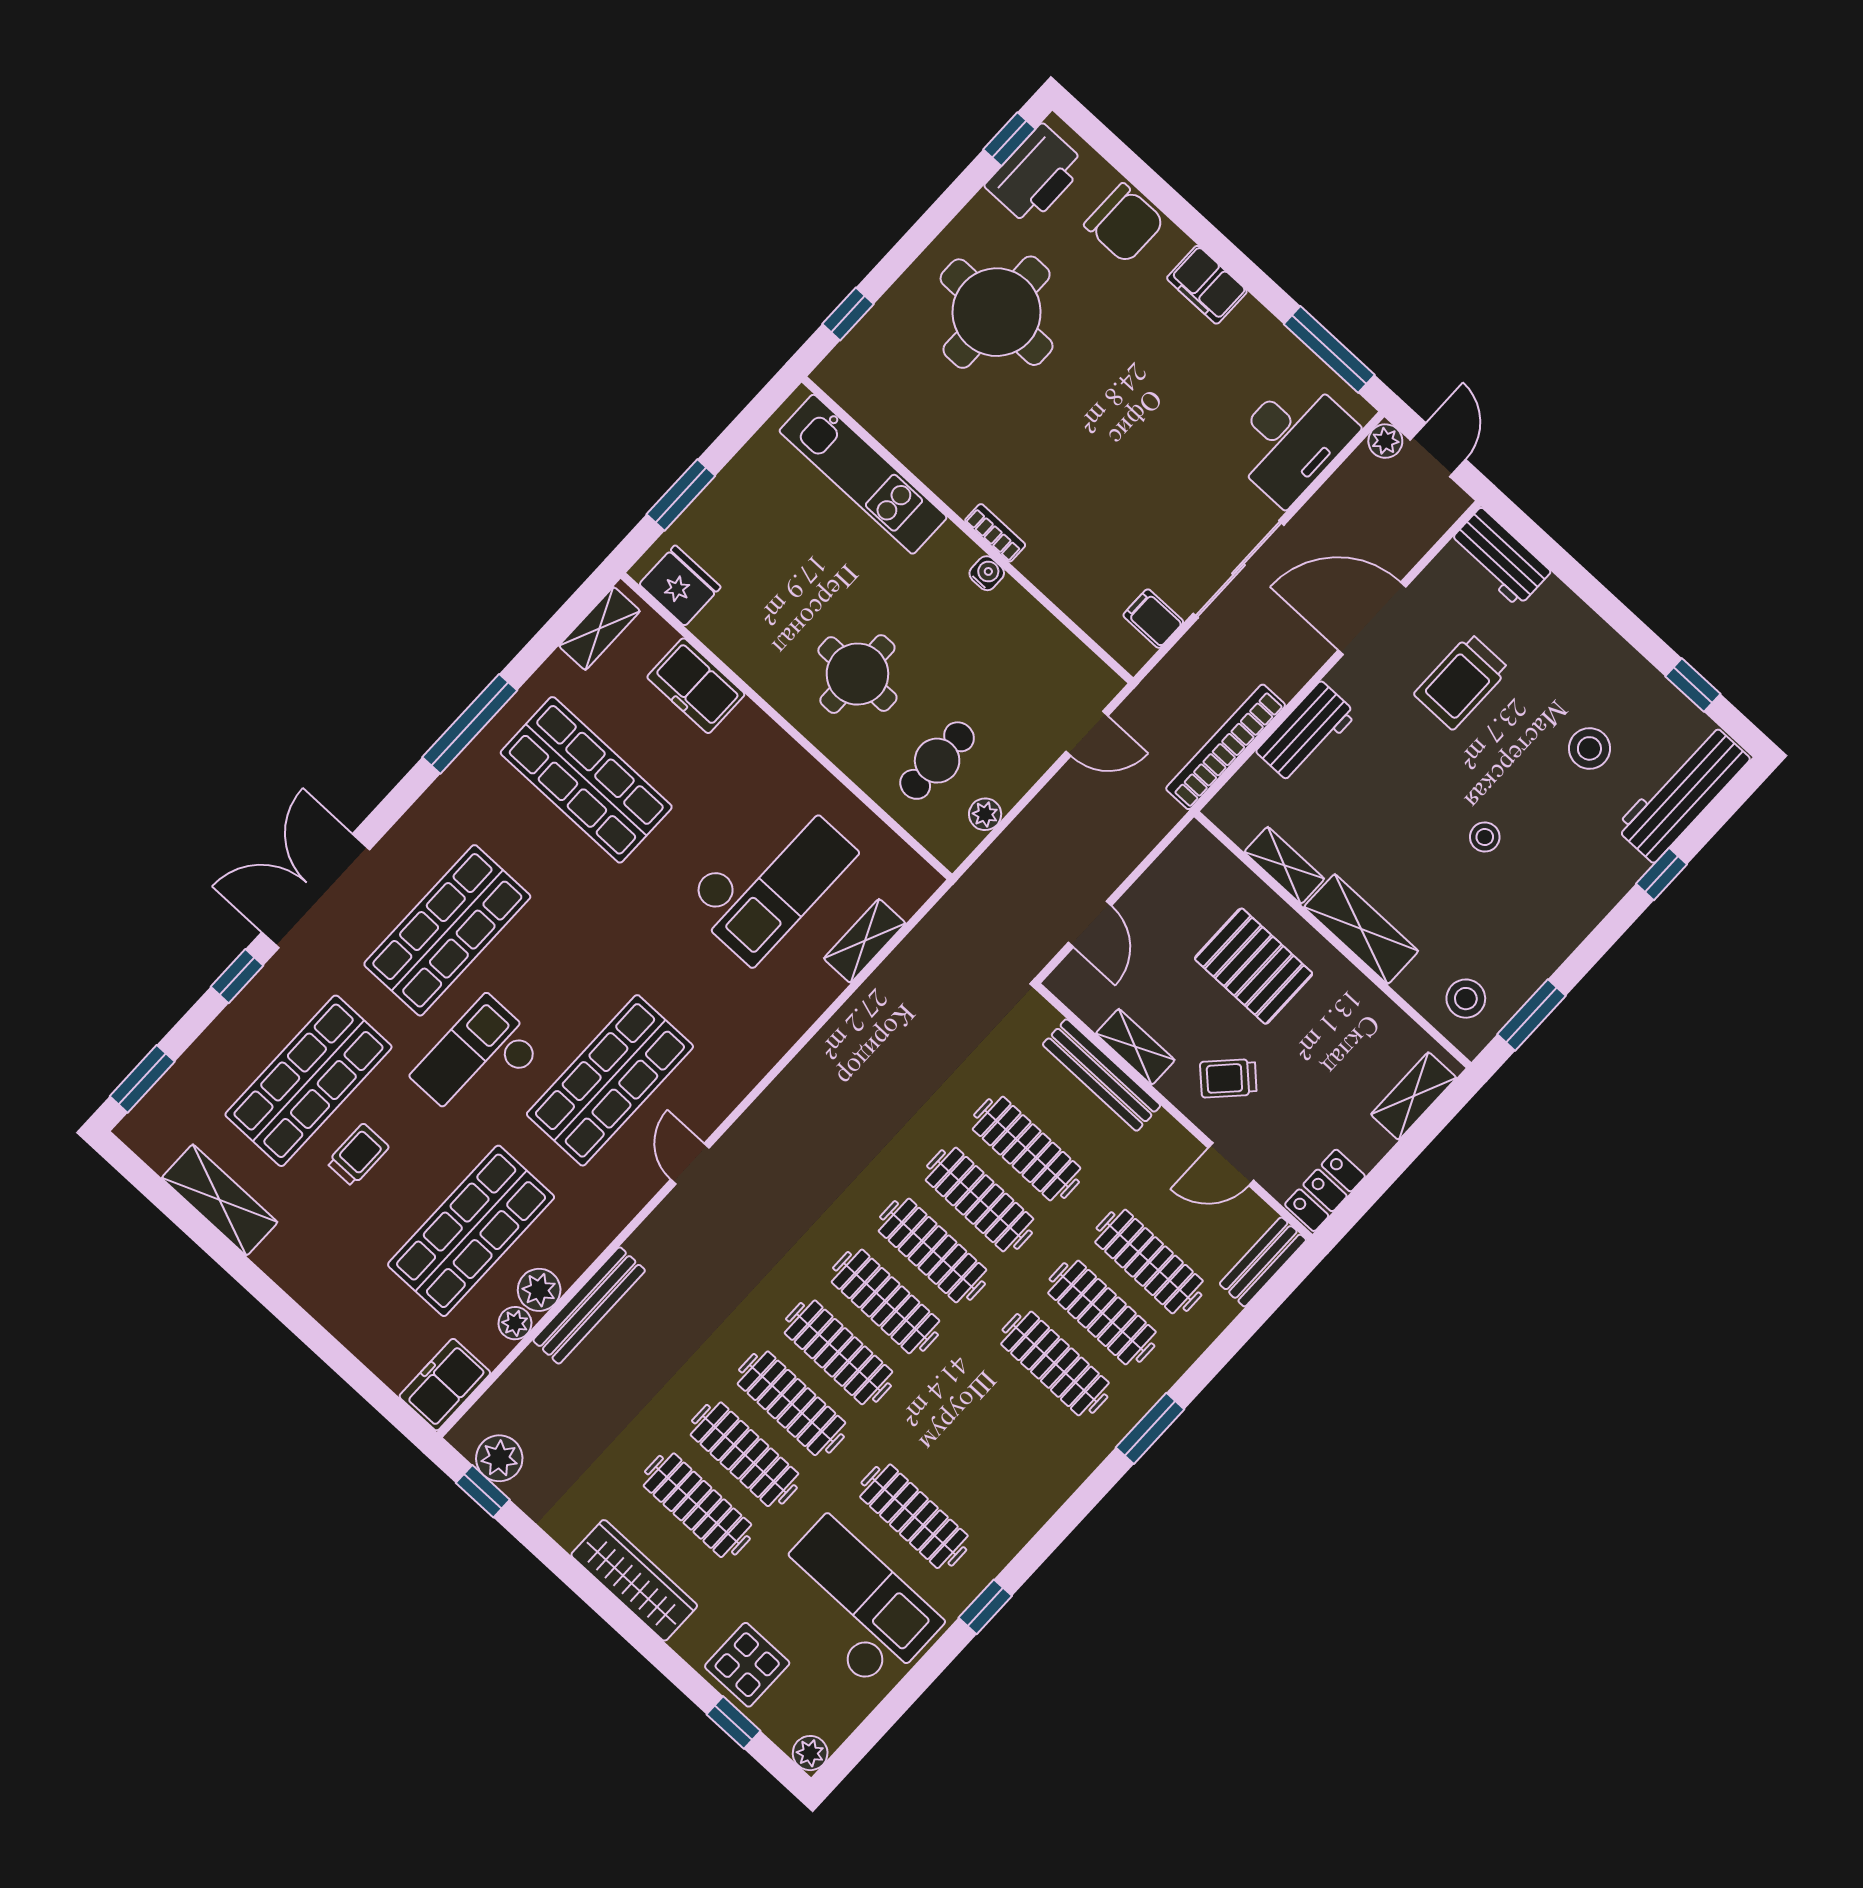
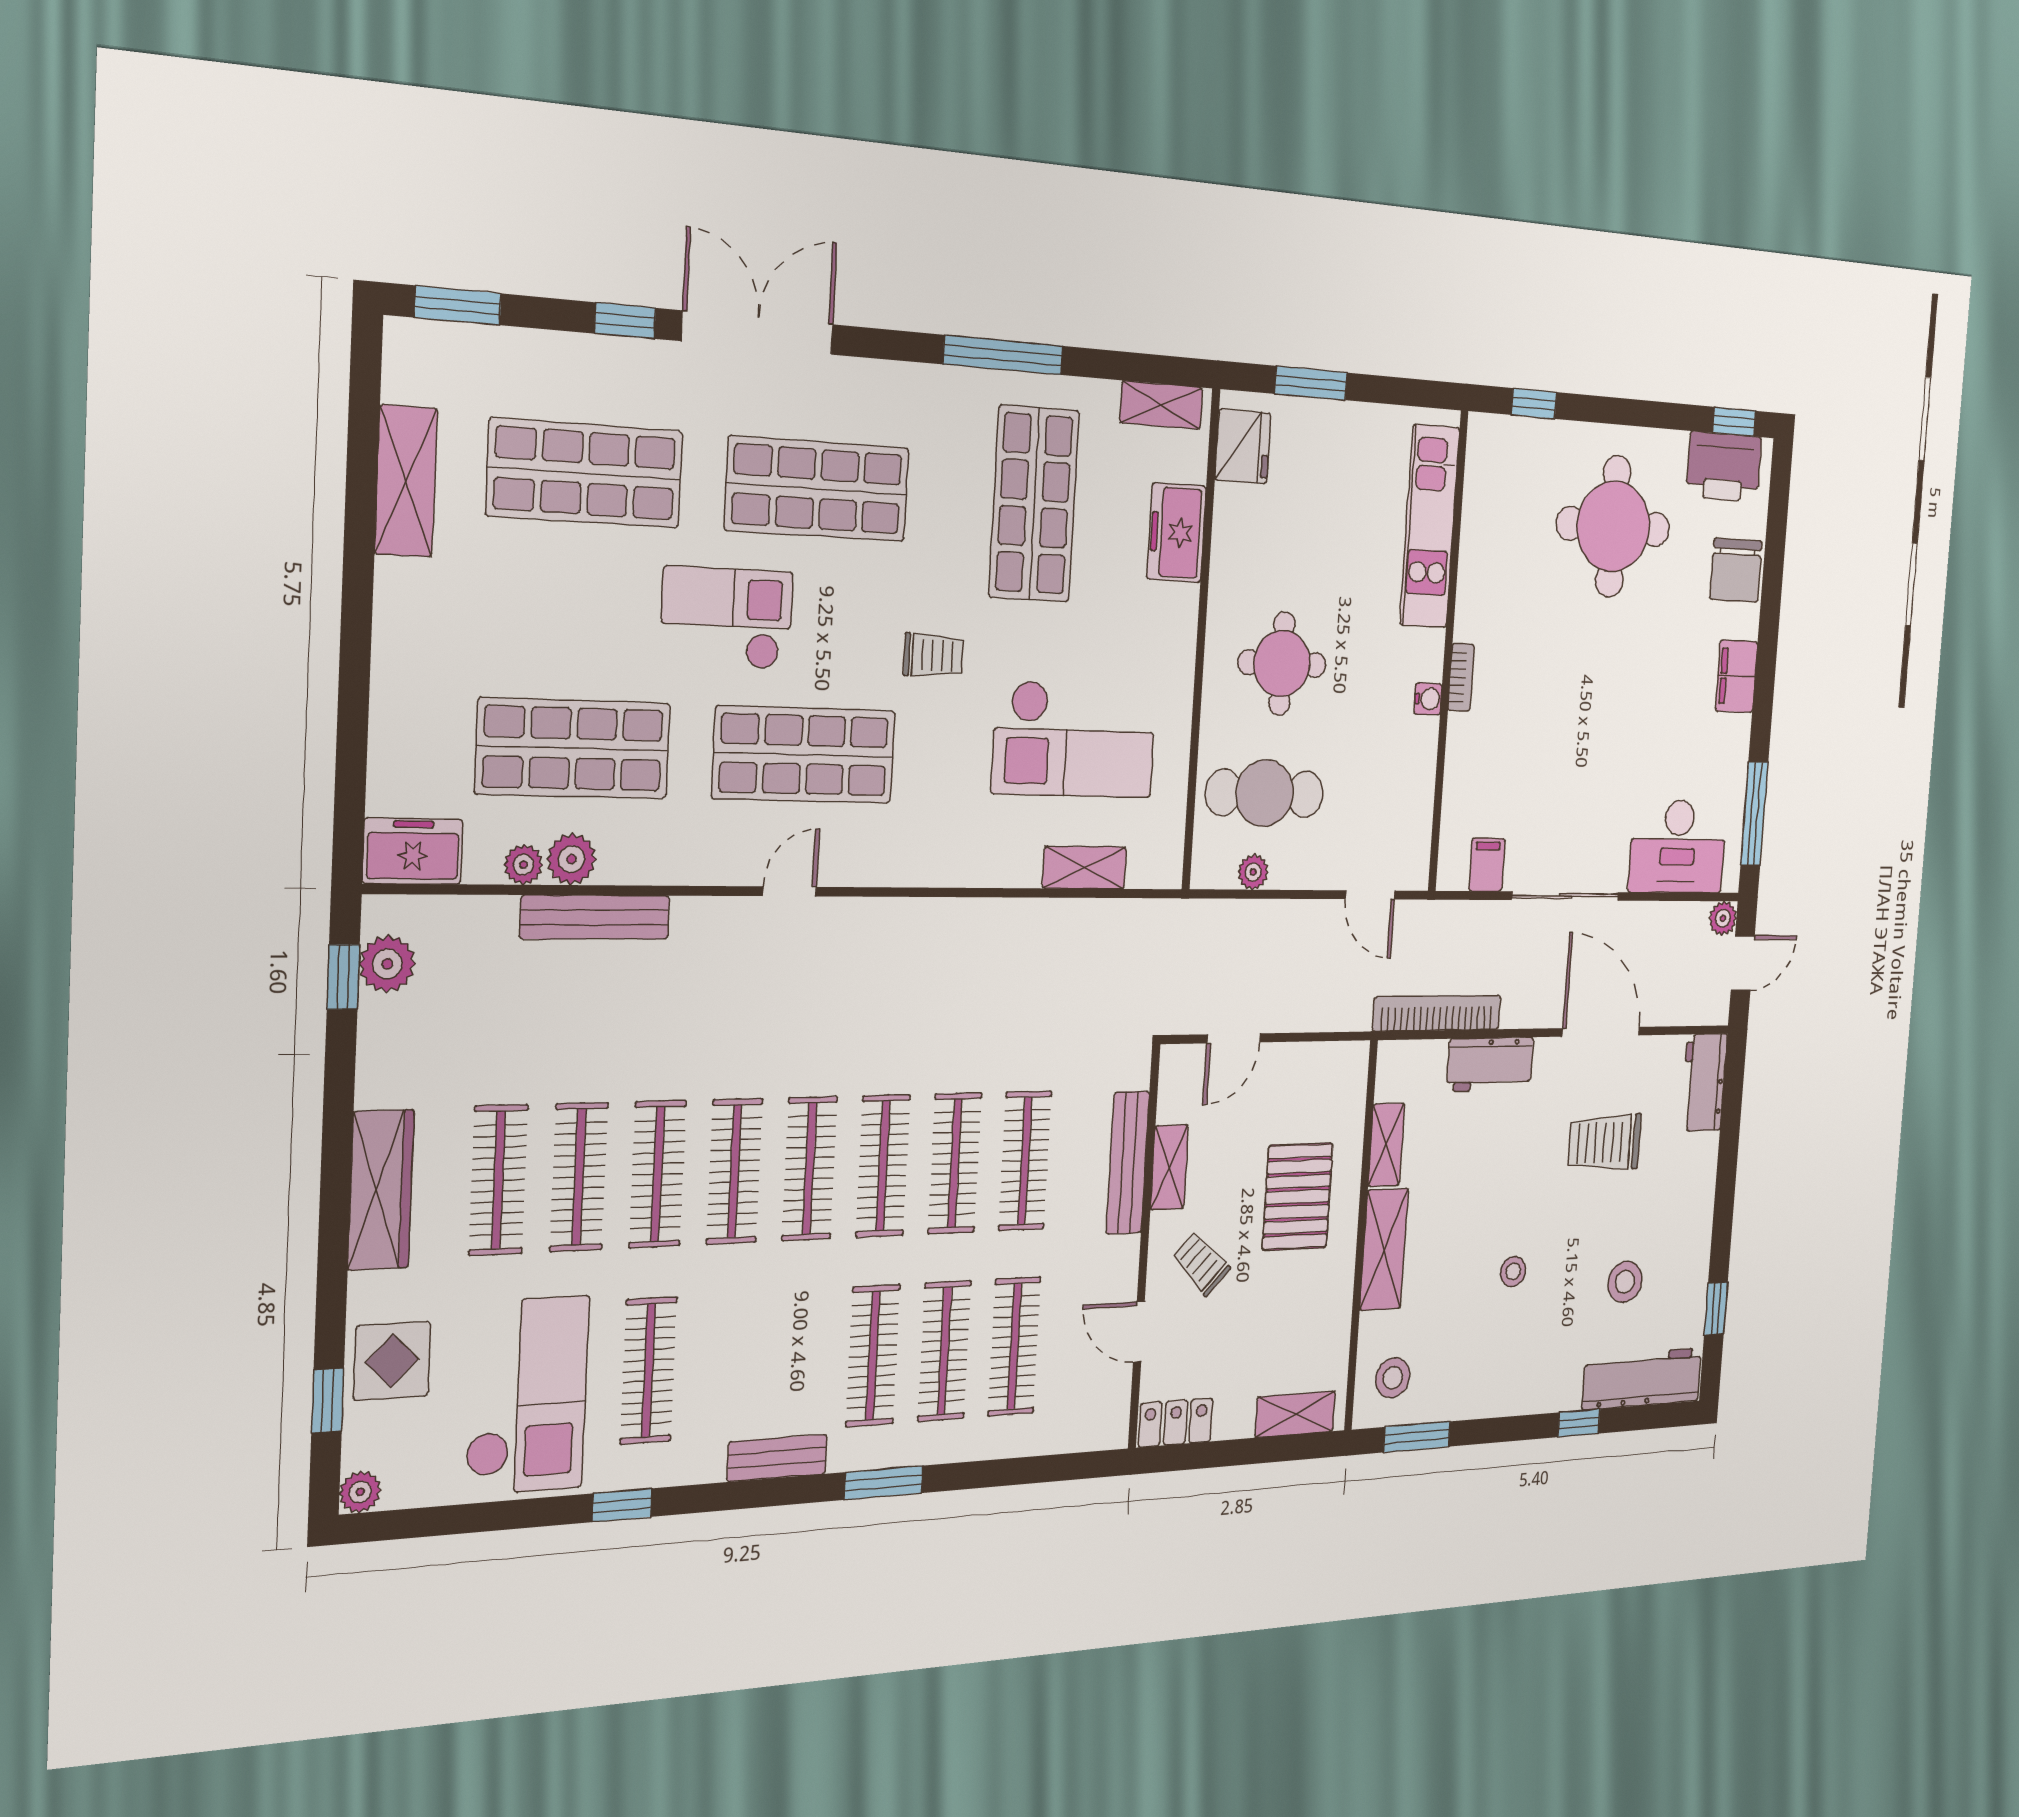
cafe table: (937, 761) -> (1265, 793), width x1.37, depth x1.35
trolley: (358, 1155) -> (934, 655), moved
bench: (1263, 1262) -> (777, 1458), moved

